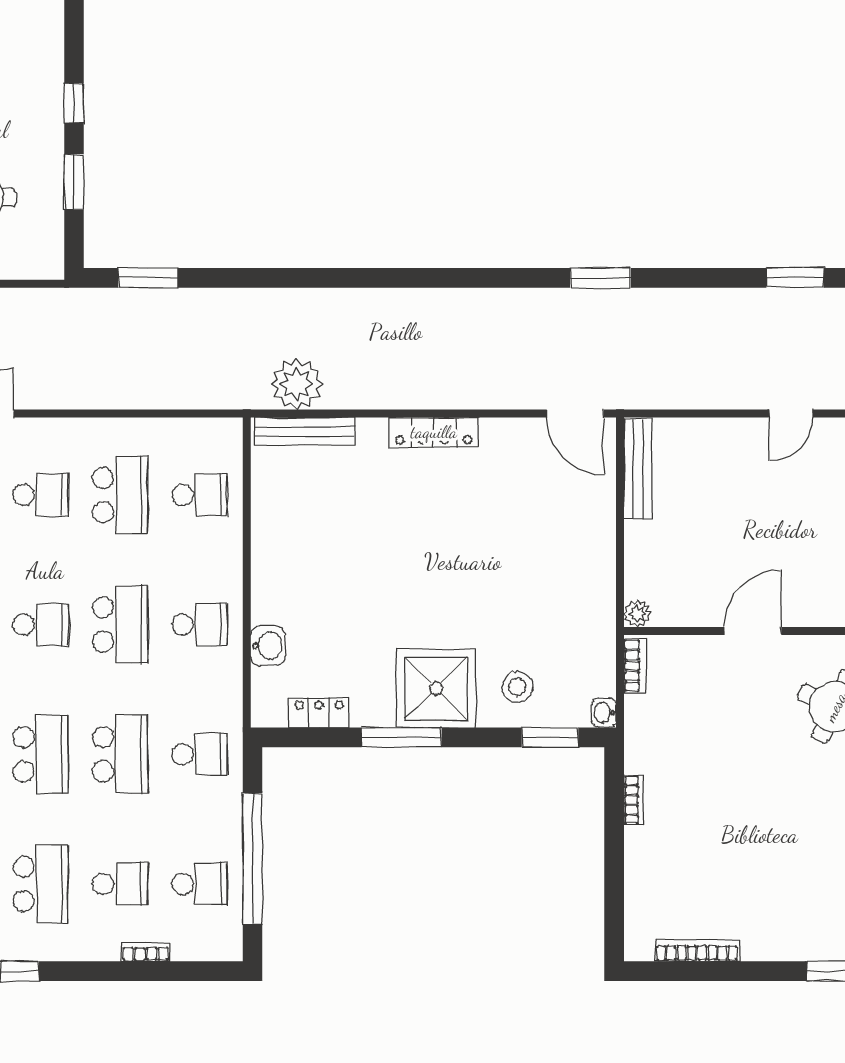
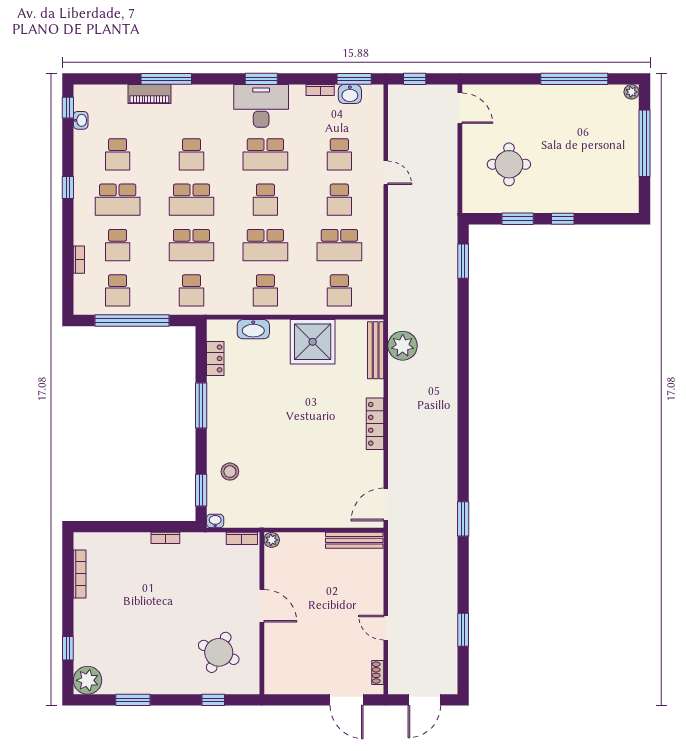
washbasin: (268, 646) -> (253, 329), width x1.38
shower: (436, 688) -> (313, 342), moved

